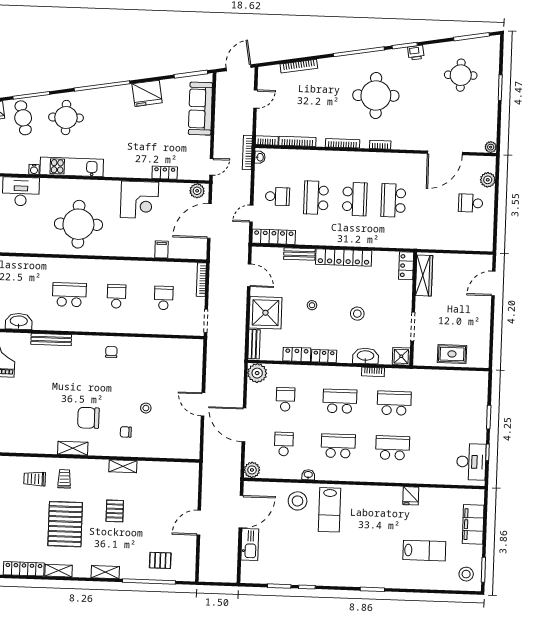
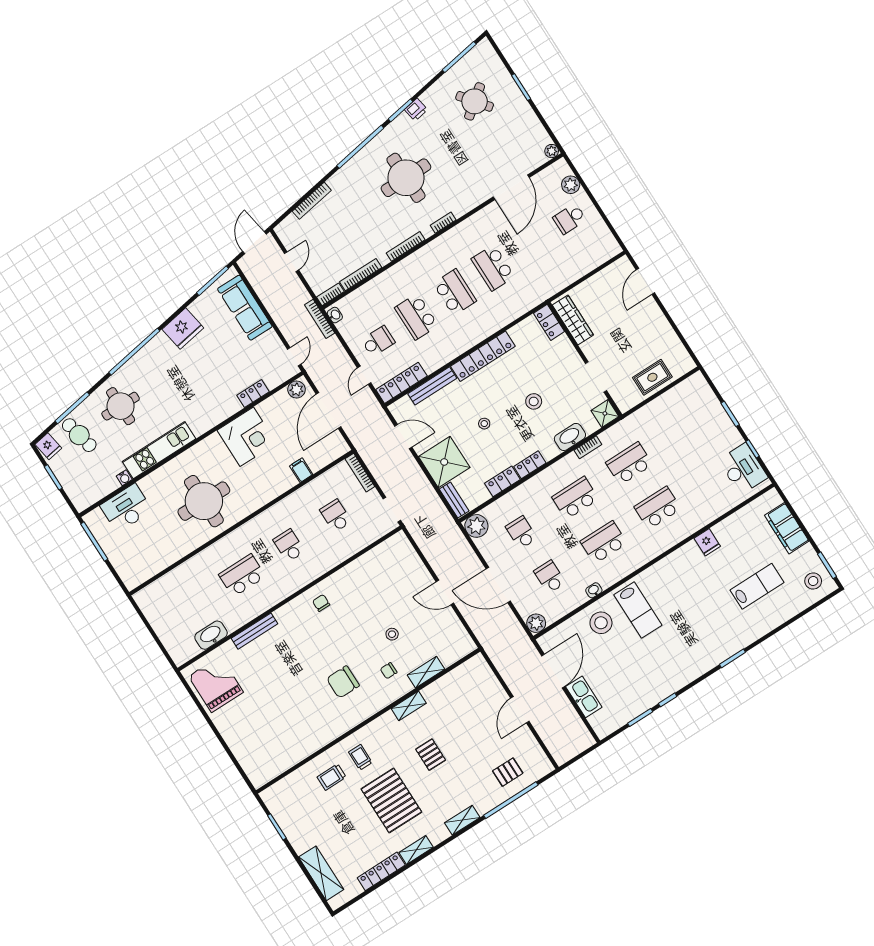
round table: (461, 75) -> (475, 101), turned -38
bench: (299, 254) -> (432, 386), width x1.36
shelving: (73, 448) -> (426, 672), moved

